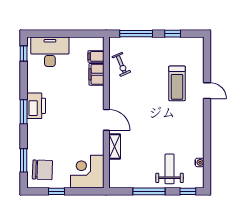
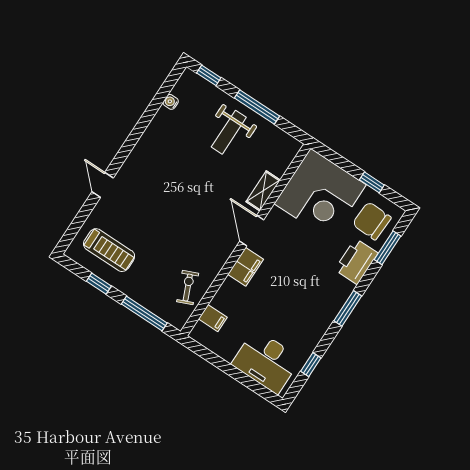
window: (24, 53) -> (311, 365), moved
filing cabinet: (96, 74) -> (246, 267), moved
treadmill: (177, 83) -> (109, 250), moved, turned 90
printer: (36, 106) -> (356, 261), moved
weight bench: (170, 169) -> (229, 132), moved
corner desk: (87, 172) -> (320, 194), width x1.36, depth x1.36

